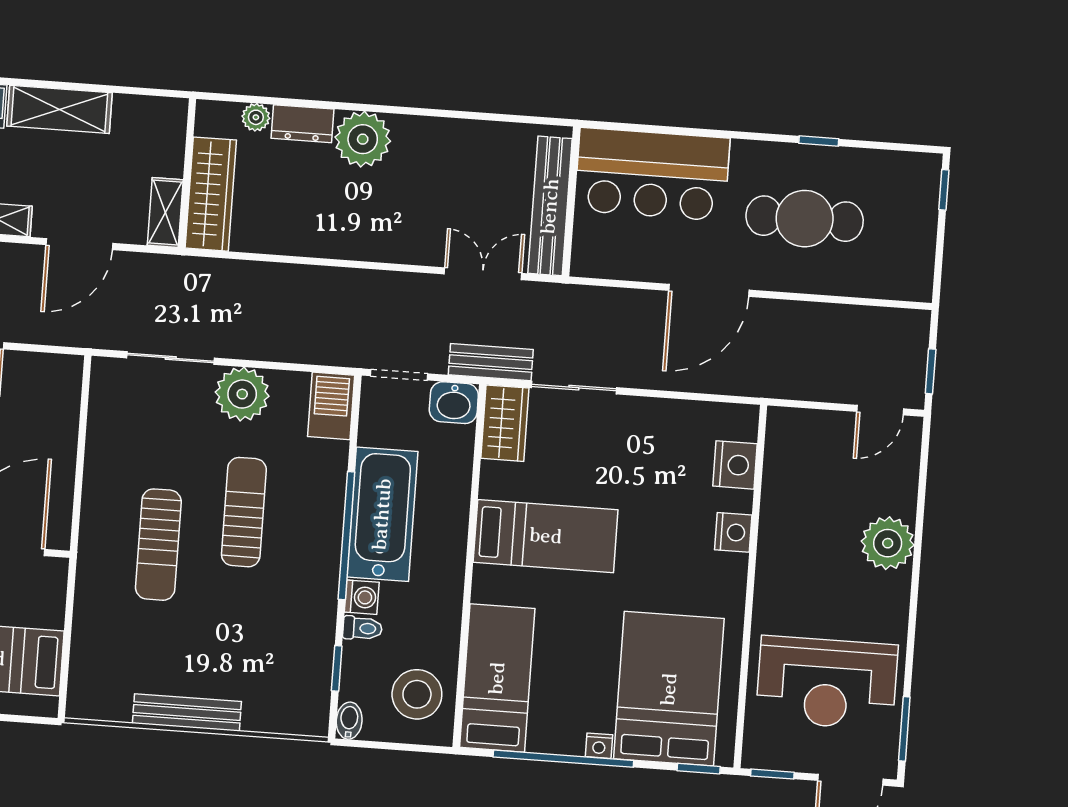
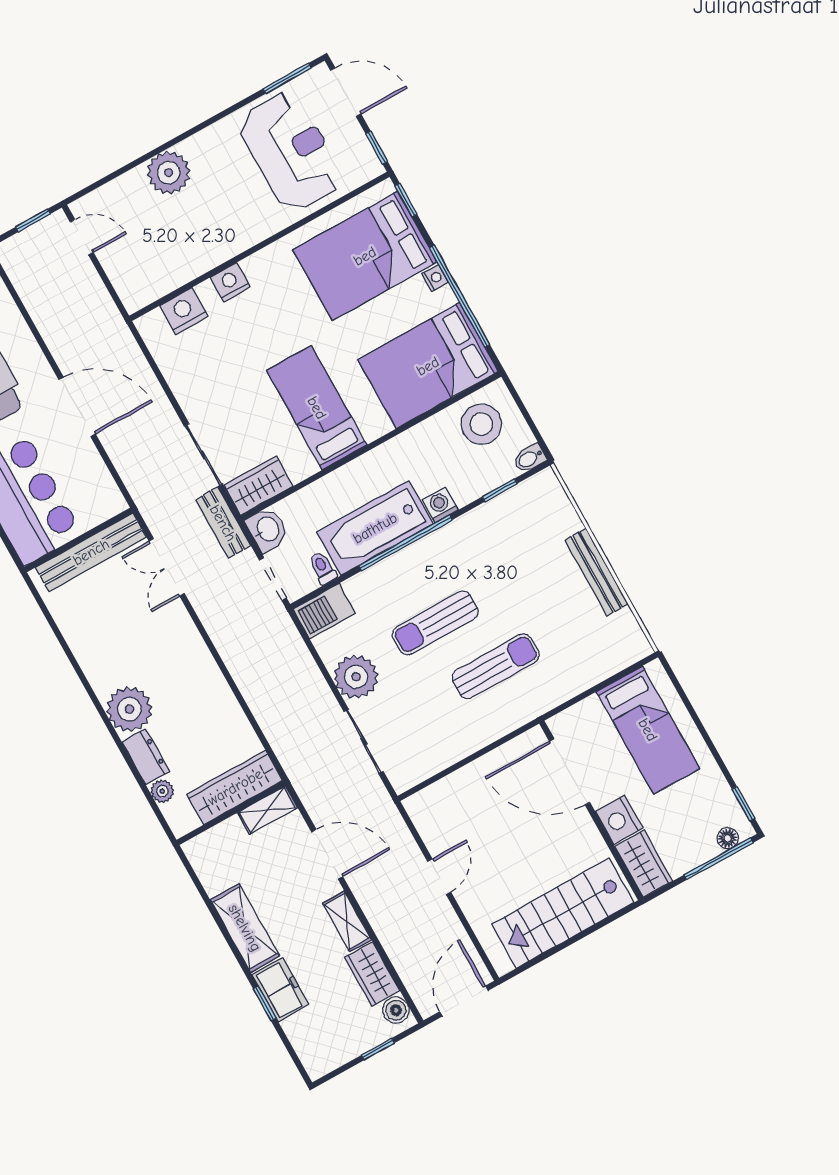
toilet: (362, 628) -> (323, 568), moved
bed: (497, 678) -> (428, 366), width x1.50

